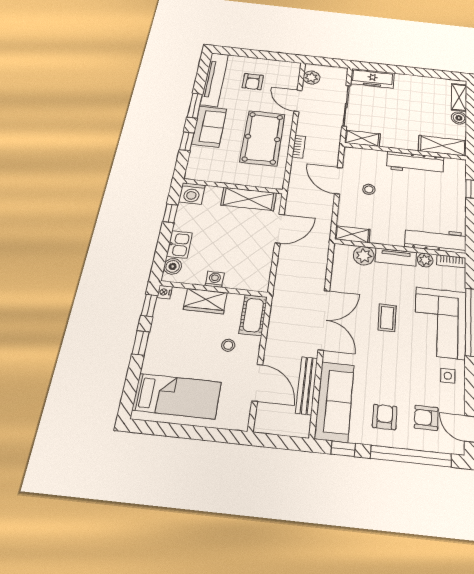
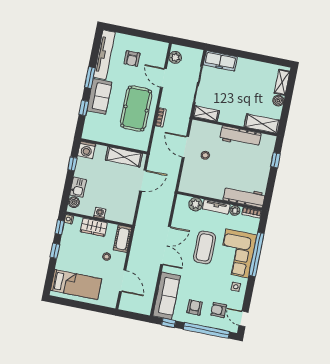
shelving: (352, 234) -> (190, 188), removed
coffee table: (387, 318) -> (205, 247), width x1.86, depth x1.72
bench: (307, 385) -> (151, 285), removed

